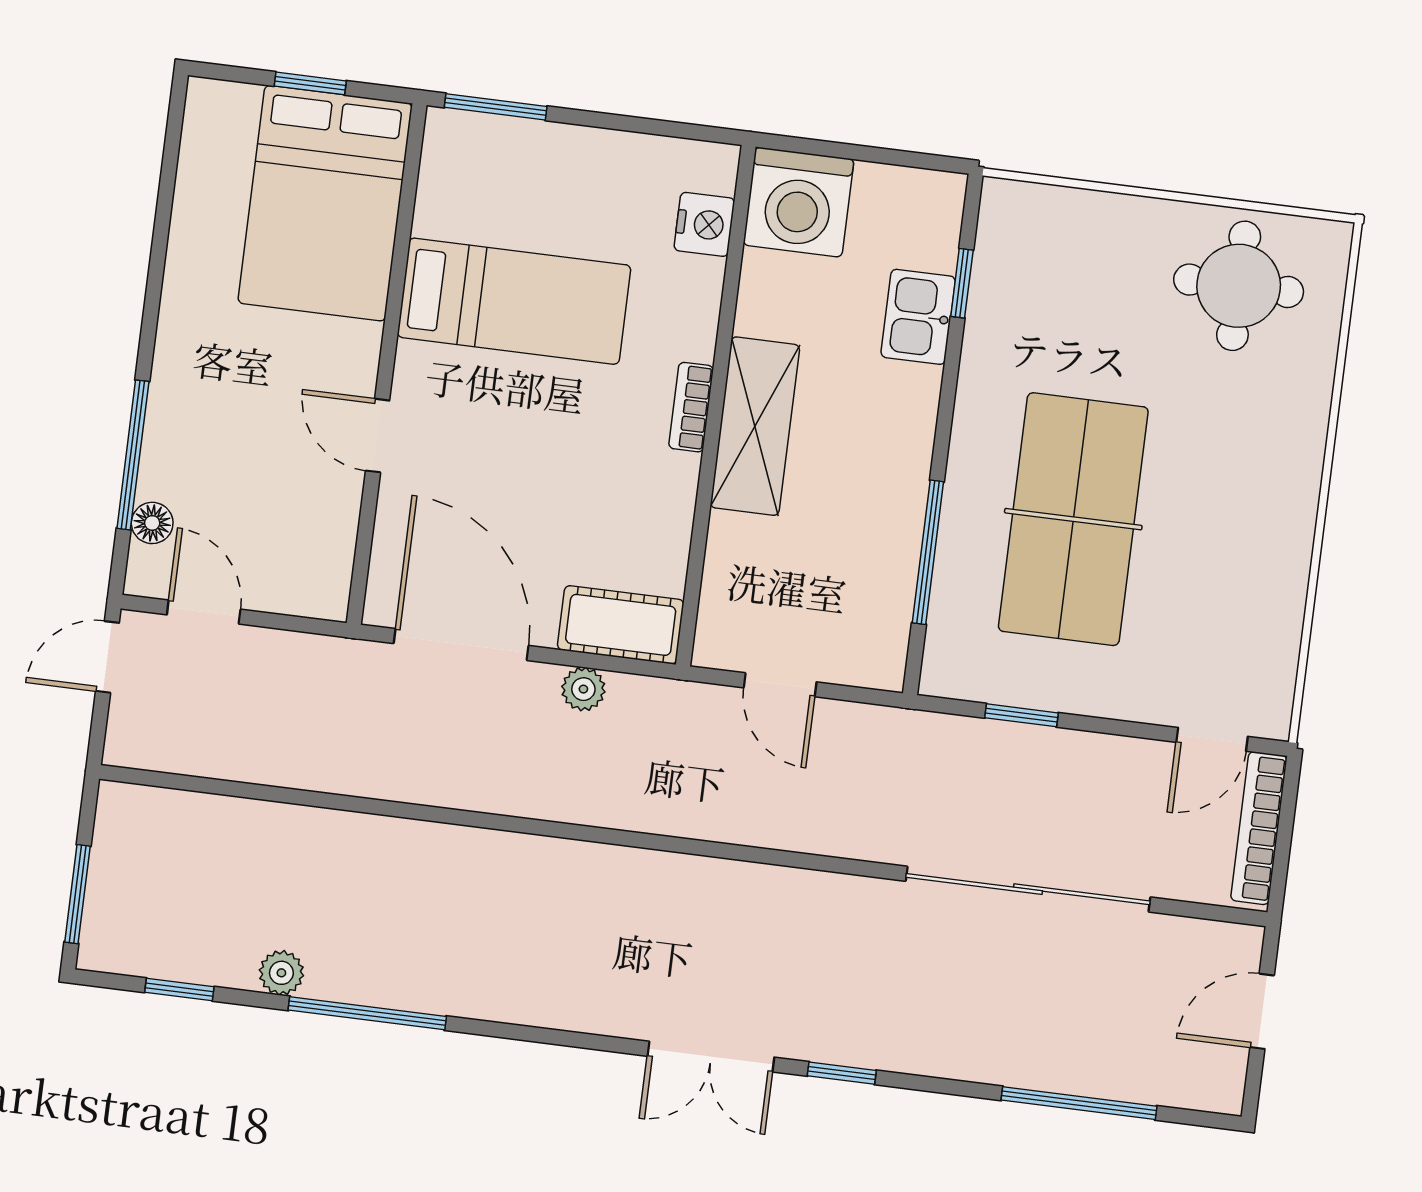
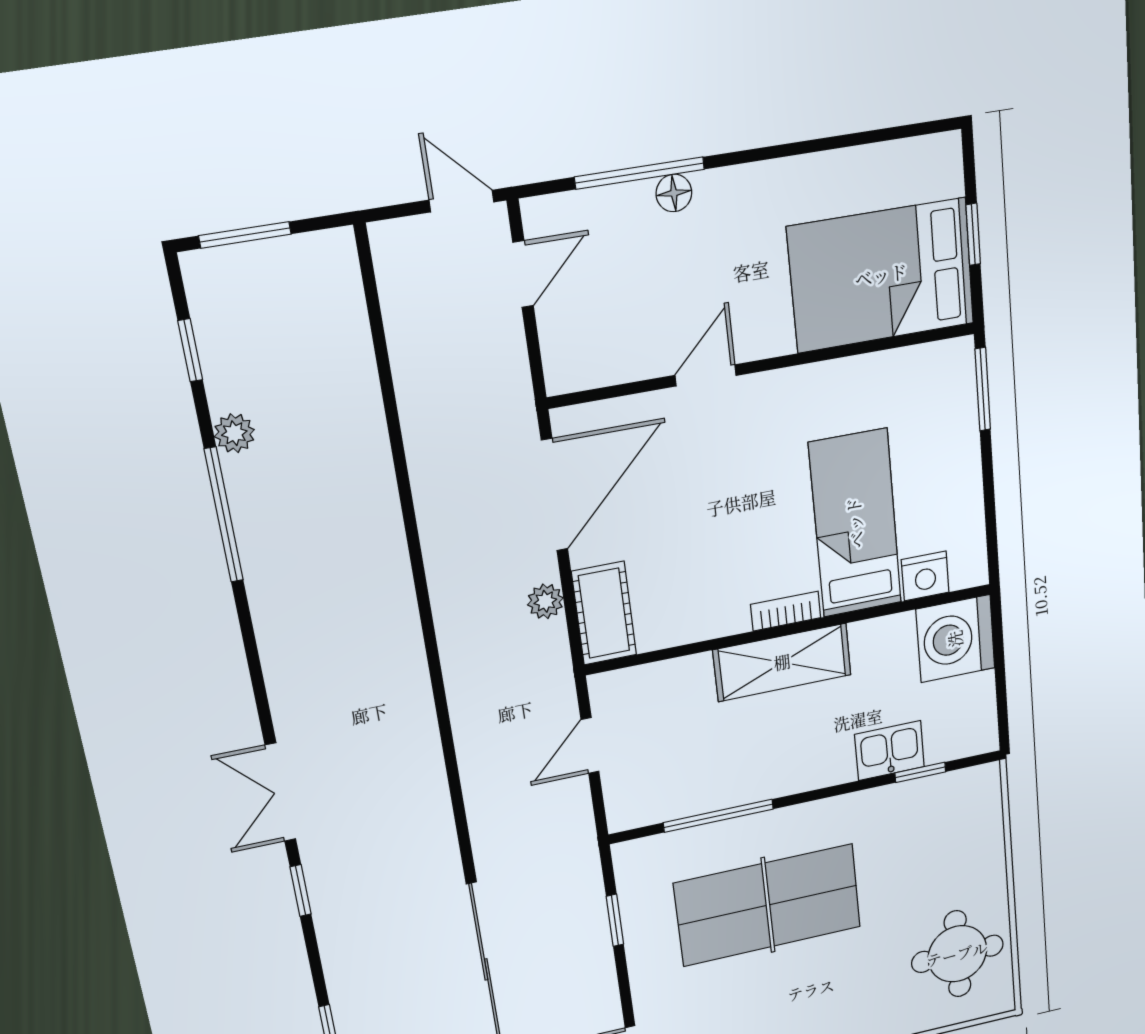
bed: (514, 301) -> (855, 523), moved, turned 180
floor lamp: (152, 523) -> (674, 193), moved

